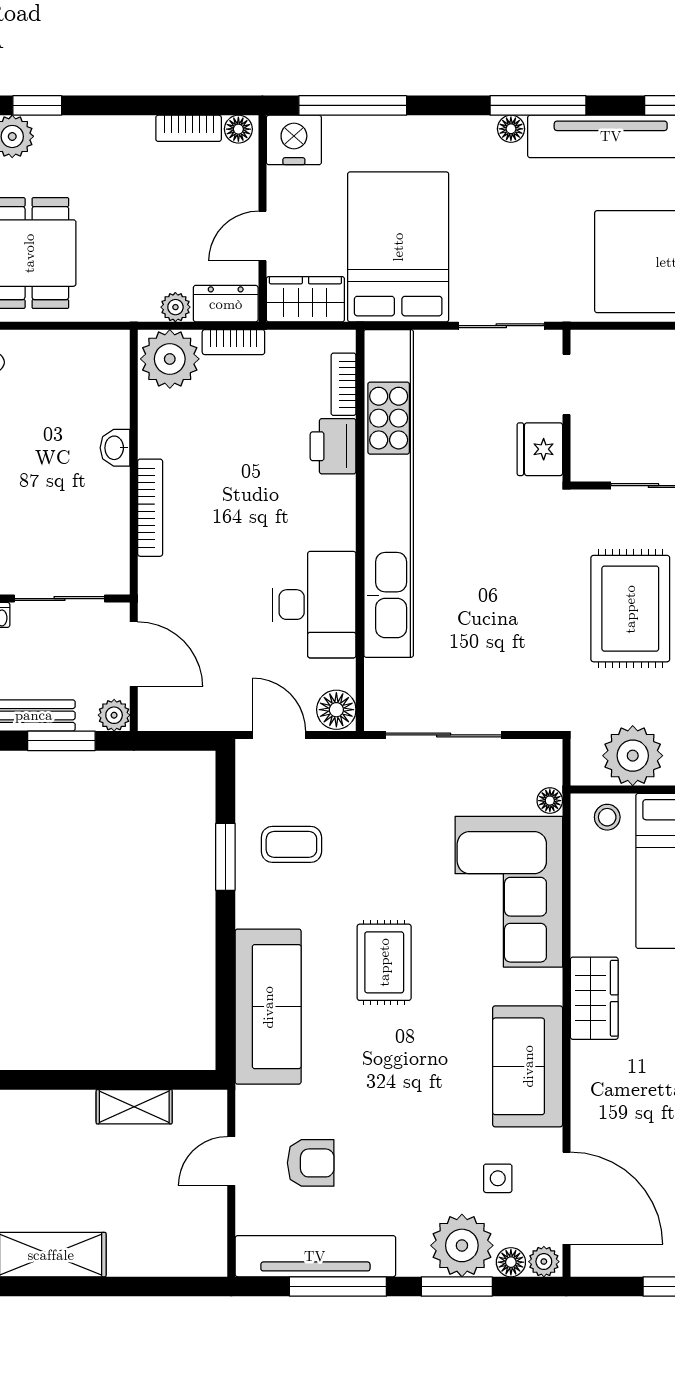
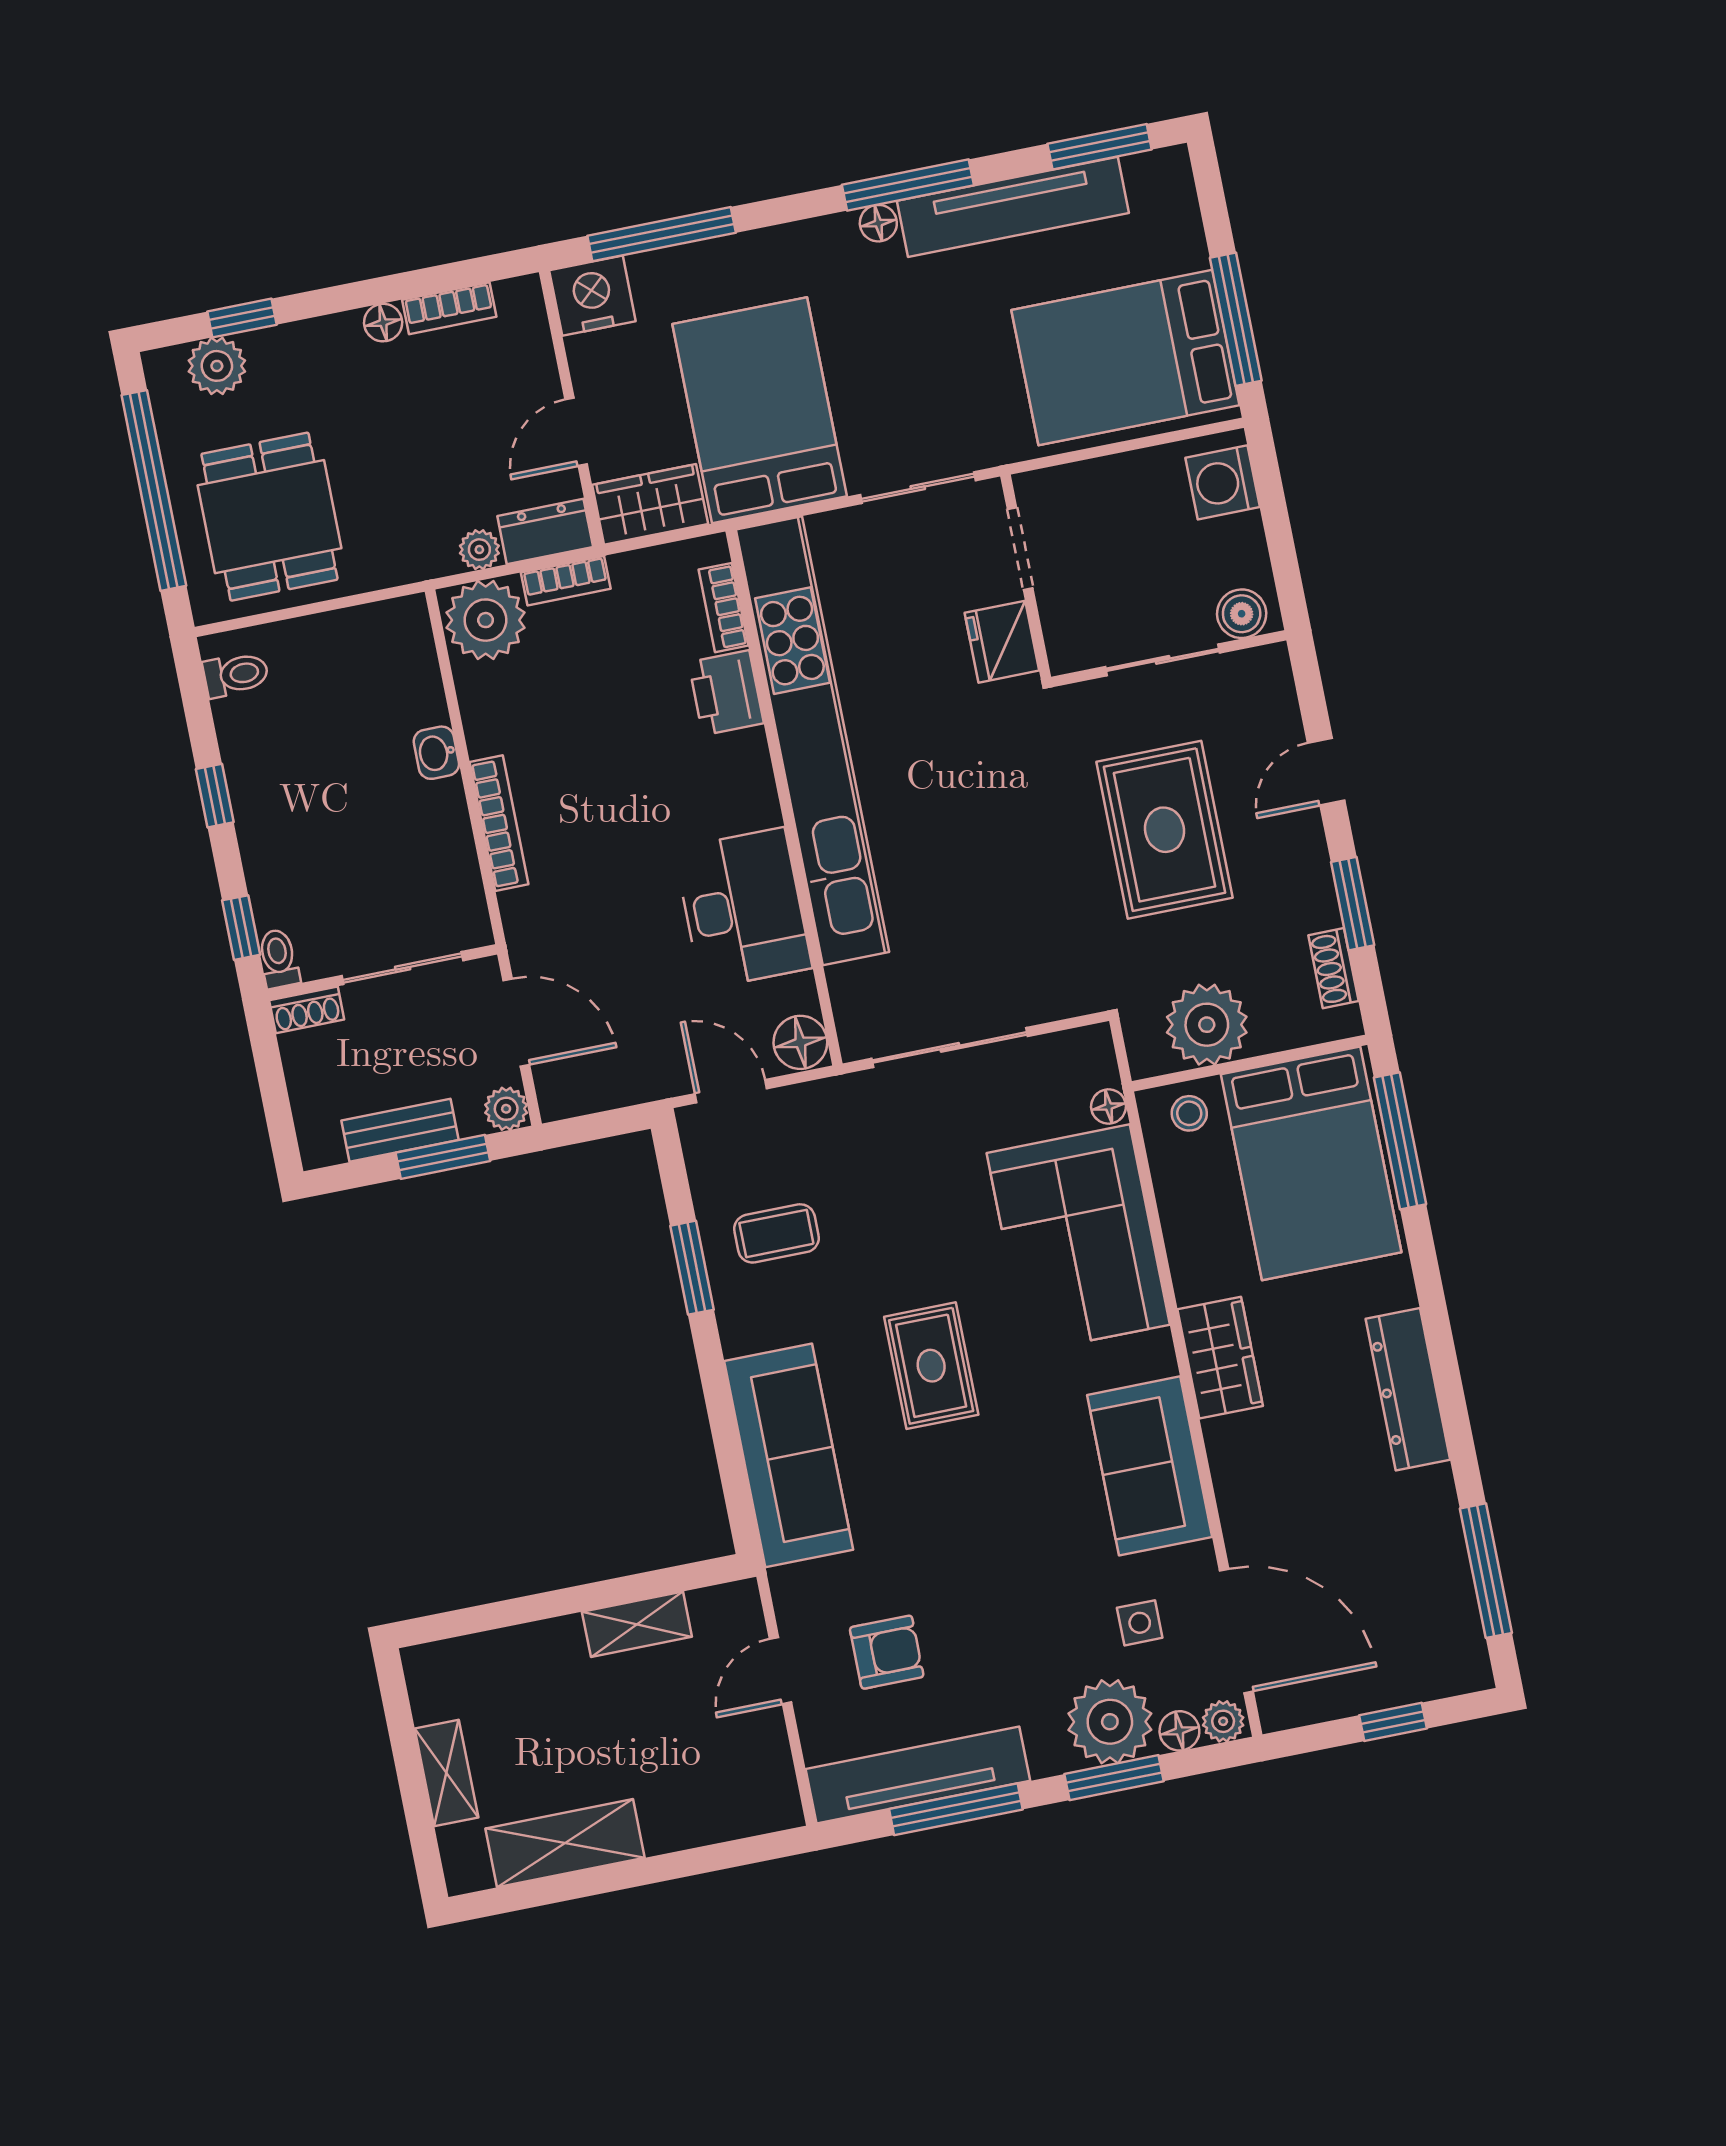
floor lamp: (238, 129) -> (383, 323), moved

